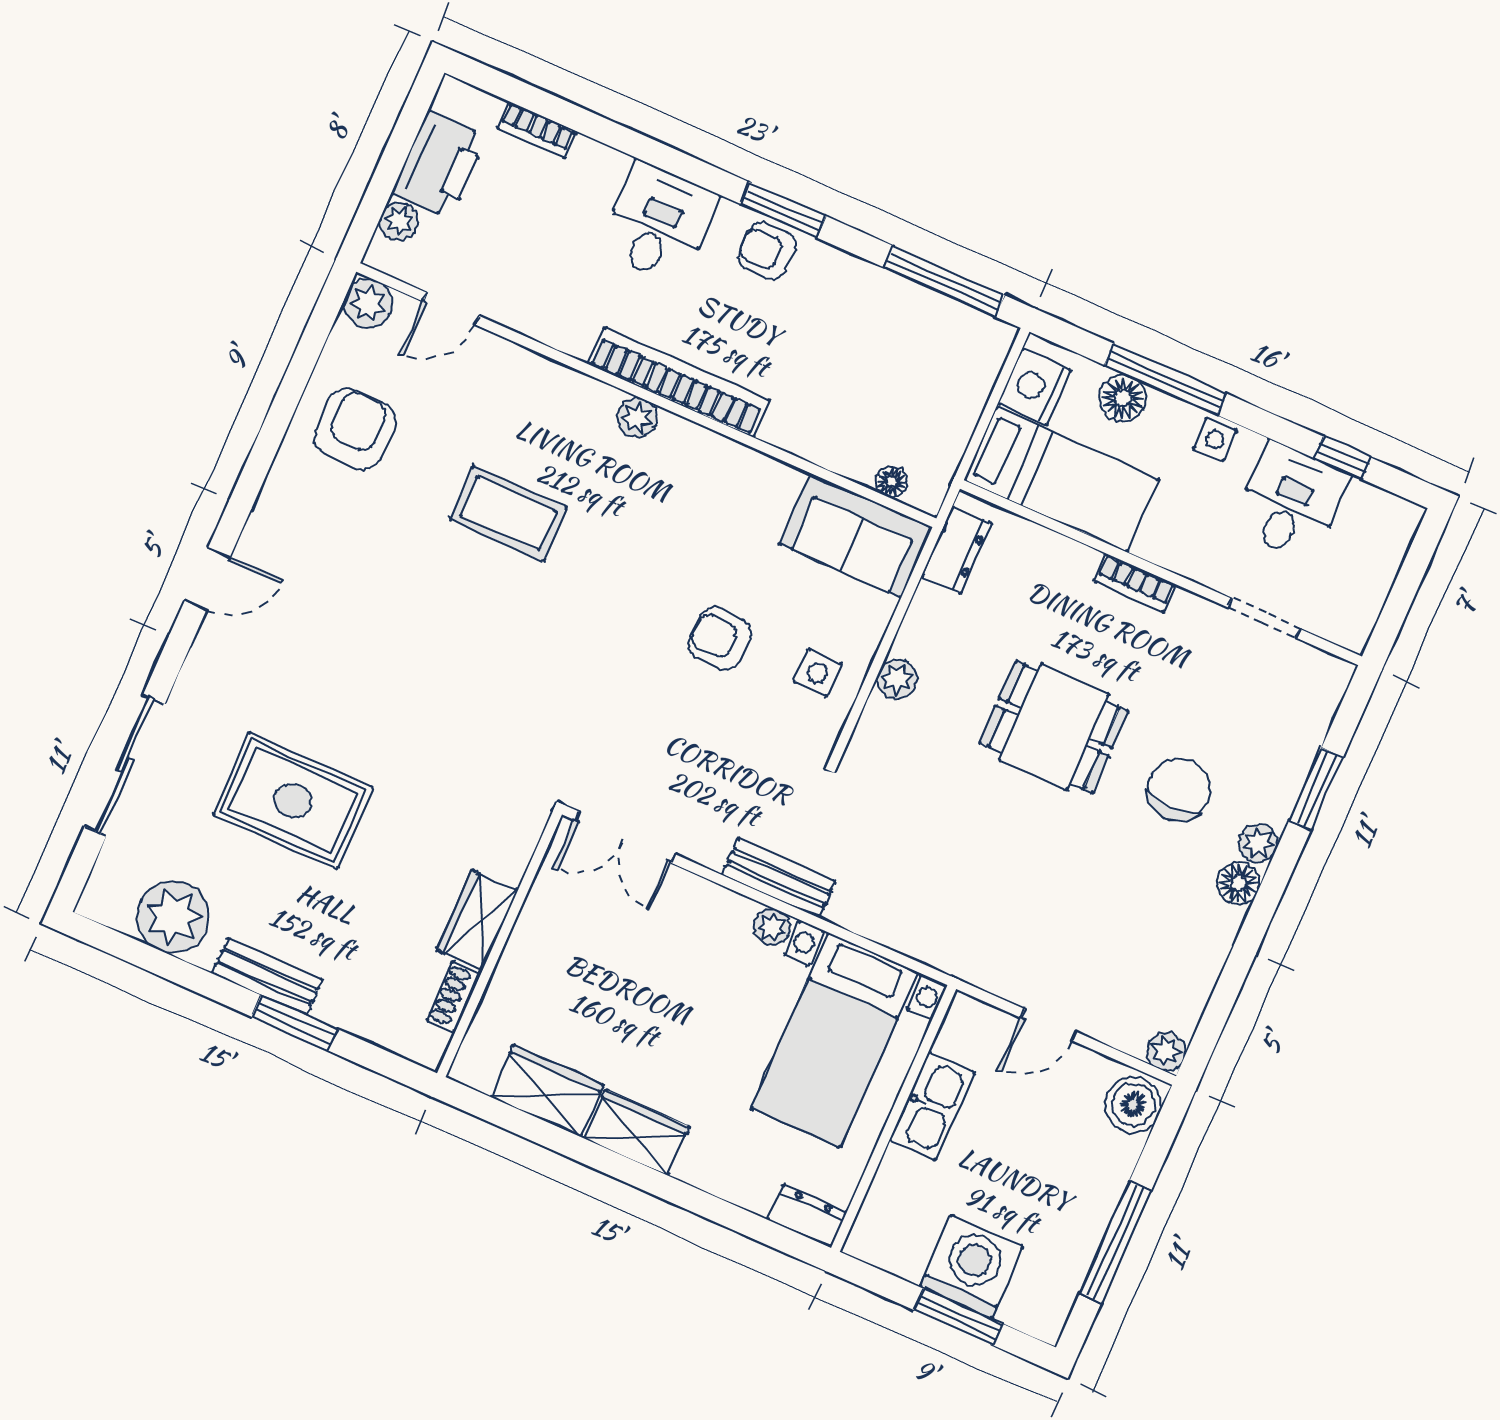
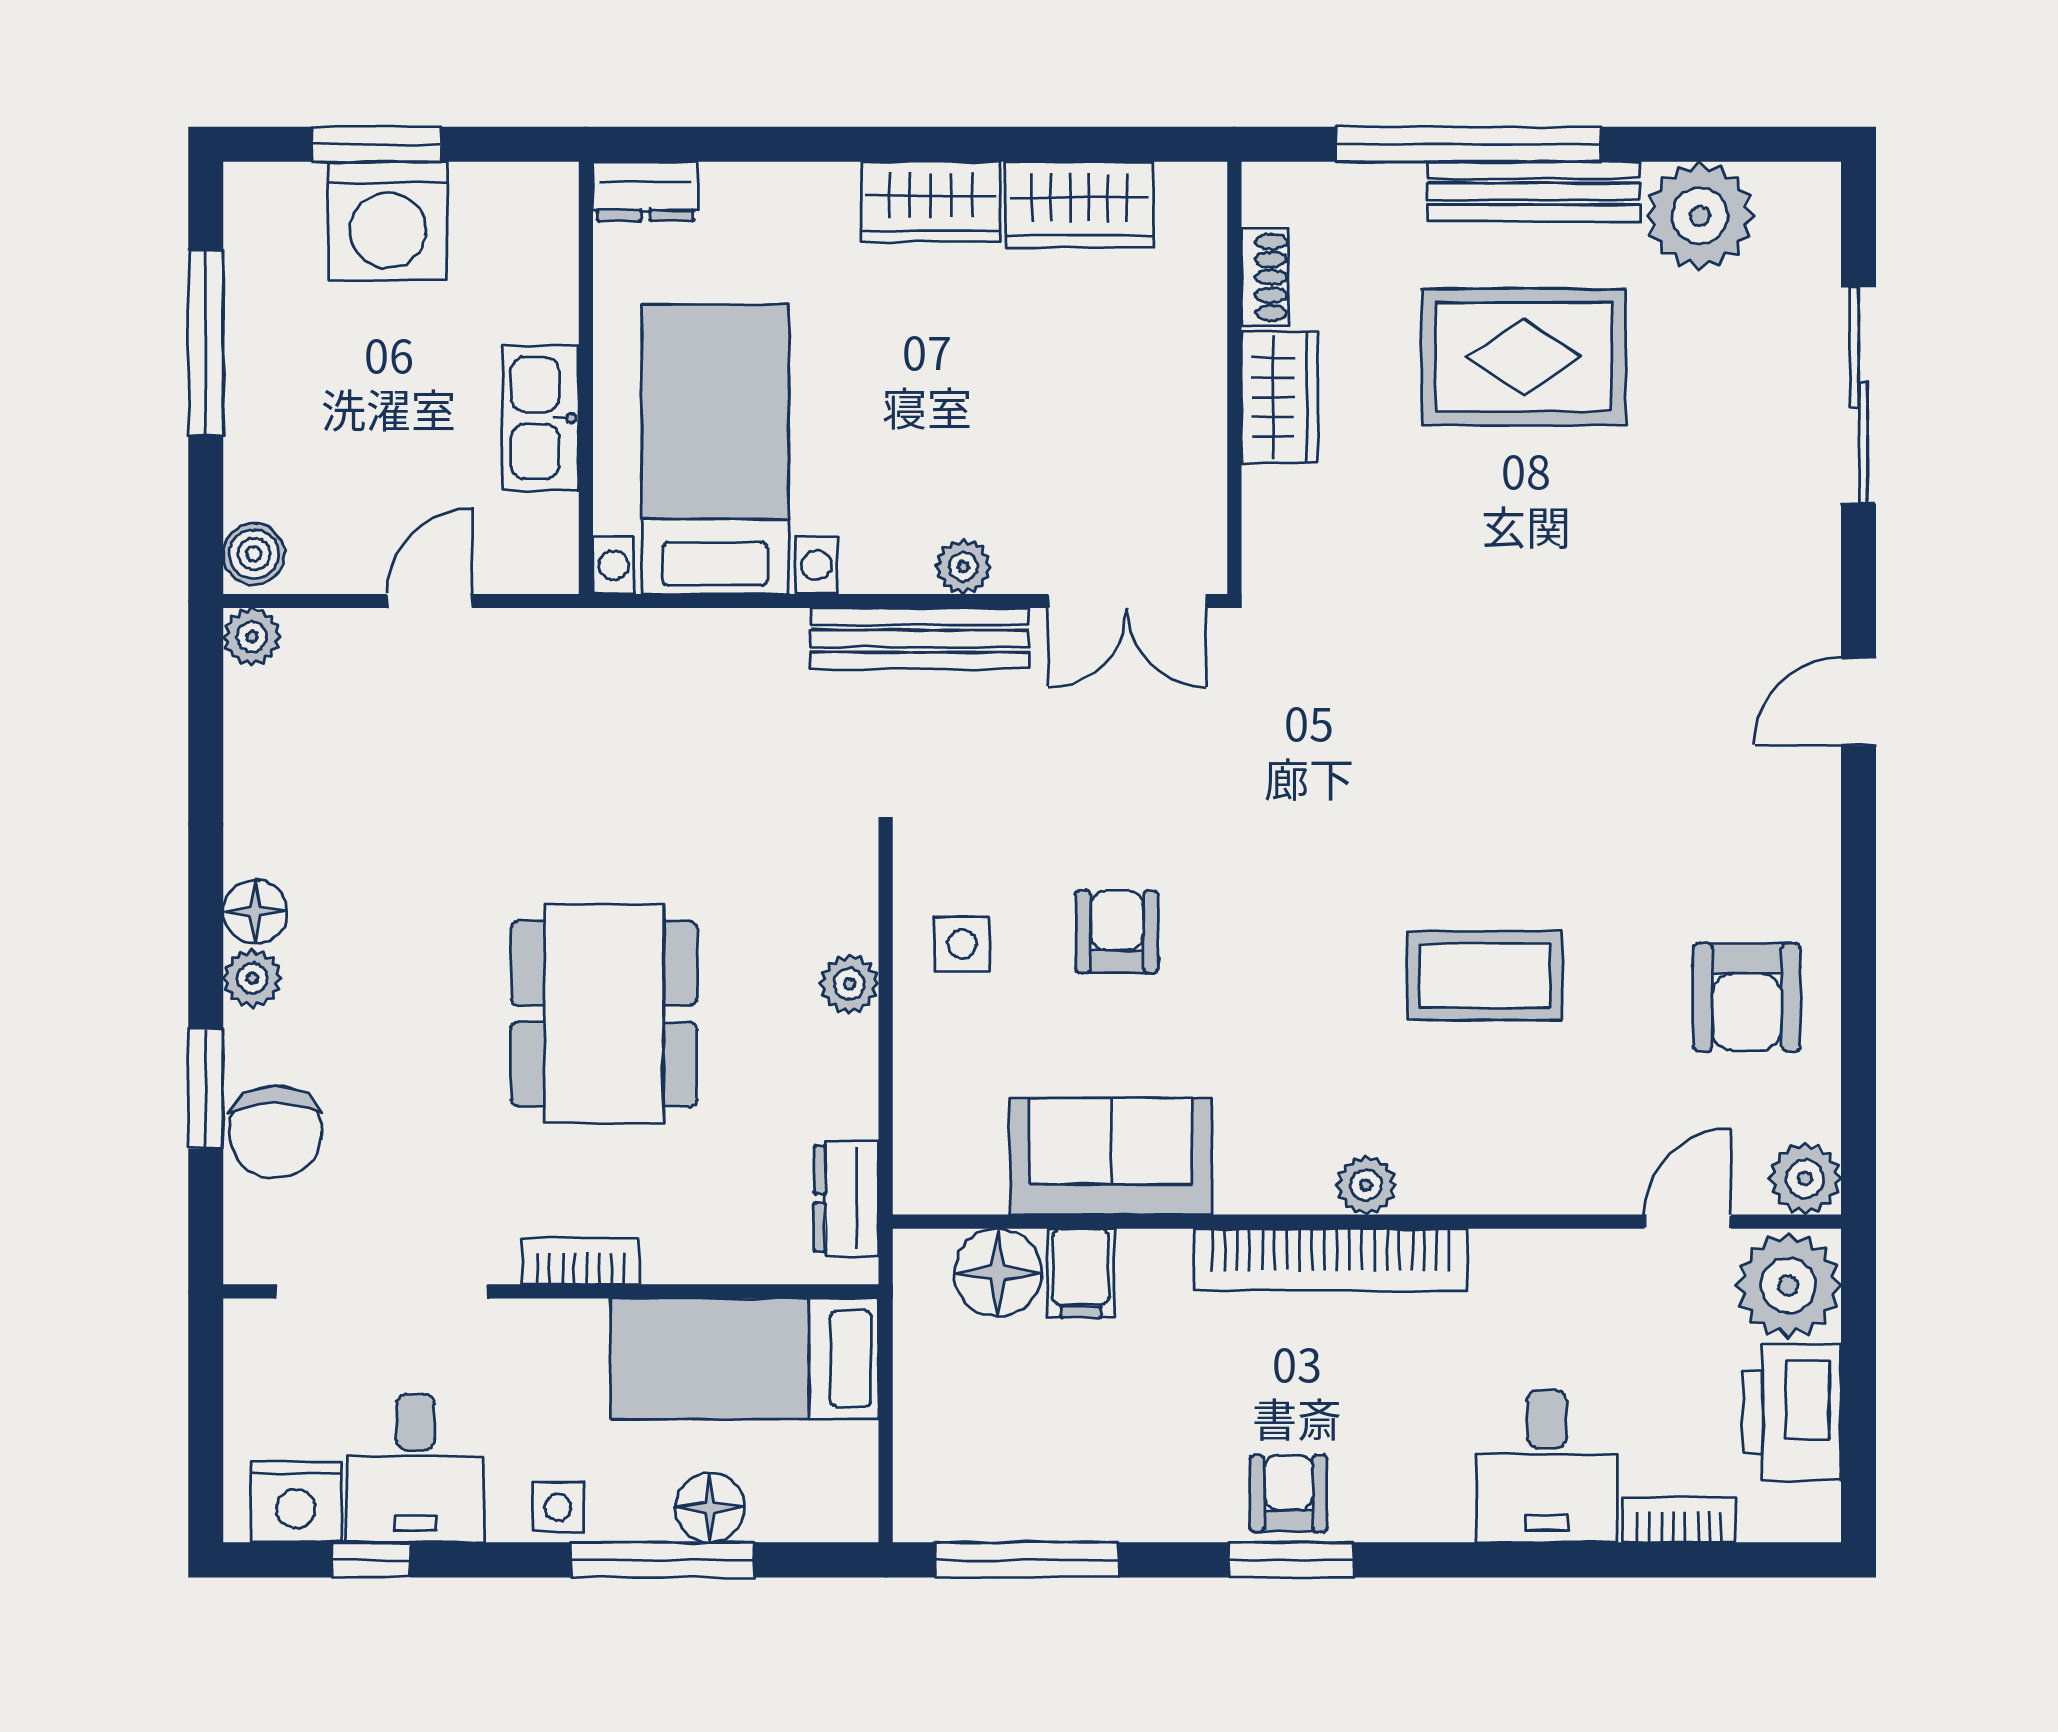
plant: (399, 221) -> (1788, 1285), width x1.87, depth x1.87
desk: (659, 223) -> (1547, 1466), moved
armchair: (767, 251) -> (1289, 1493), turned -90
nightstand: (1034, 387) -> (296, 1502), moved, turned 90
filing cabinet: (834, 441) -> (1081, 1273), added
floor lamp: (891, 482) -> (998, 1273), width x1.89, depth x1.89
sofa: (855, 535) -> (1111, 1156), moved
doorway: (1264, 618) -> (382, 1291), width x1.88
armchair: (720, 639) -> (1117, 932), turned -93
dining table: (1054, 727) -> (604, 1014), width x1.37
chair: (1179, 790) -> (275, 1132), moved
rug: (293, 800) -> (1524, 357), moved
double door: (625, 837) -> (1127, 601), swing flipped
bench: (779, 878) -> (920, 639), width x1.36
plant: (772, 927) -> (963, 567), moved
bench: (267, 976) -> (1534, 191), width x1.36
window: (295, 1023) -> (1468, 144), width x2.11
boiler: (1133, 1105) -> (254, 554), width x0.73, depth x0.73

